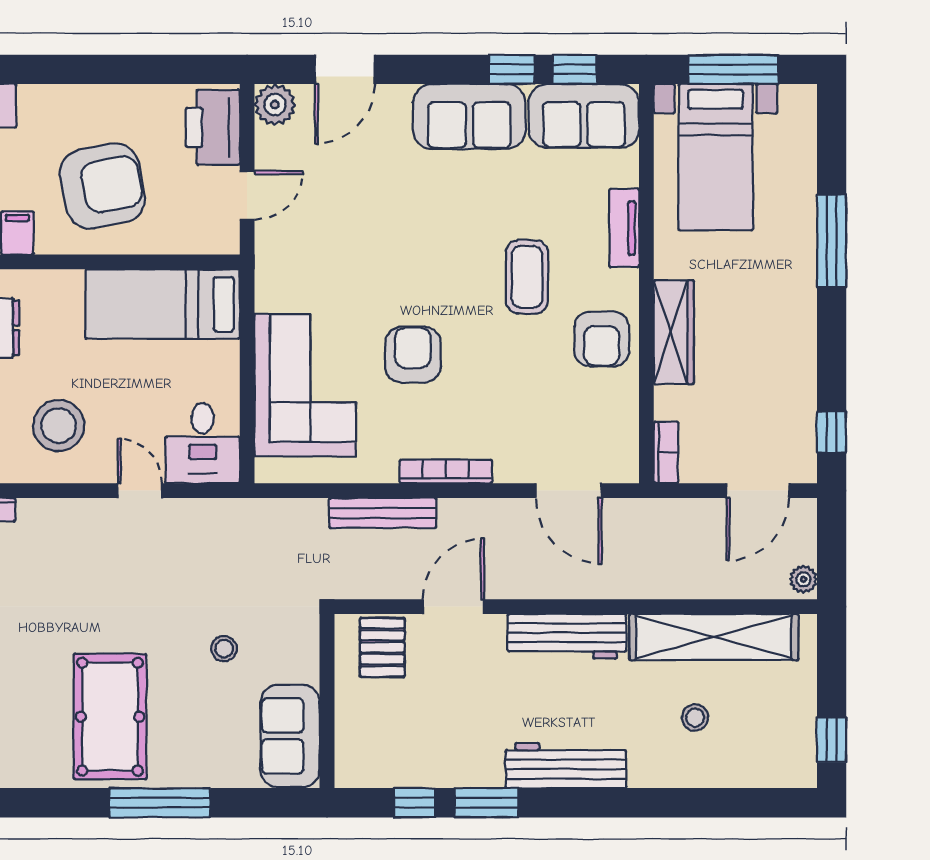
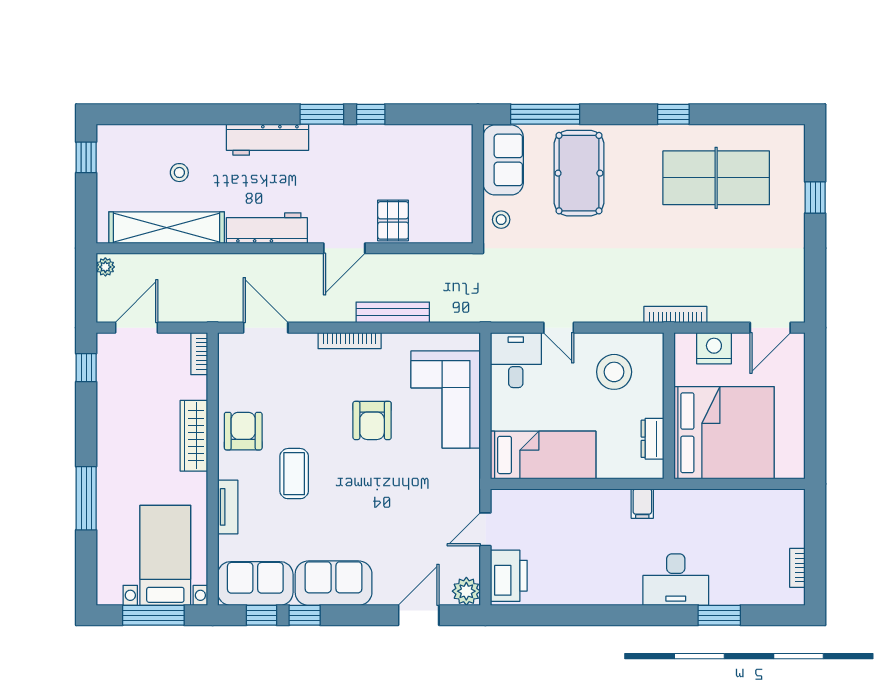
armchair: (102, 186) -> (584, 536), removed
wall: (327, 701) -> (478, 184), moved
sofa: (290, 736) -> (503, 160), moved

